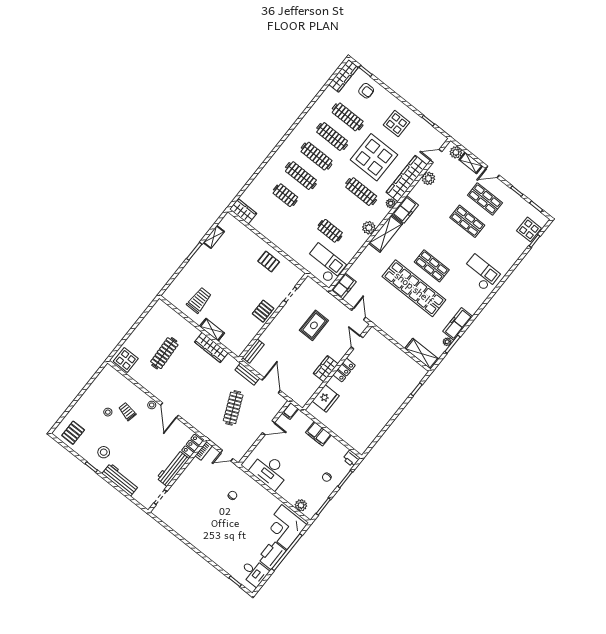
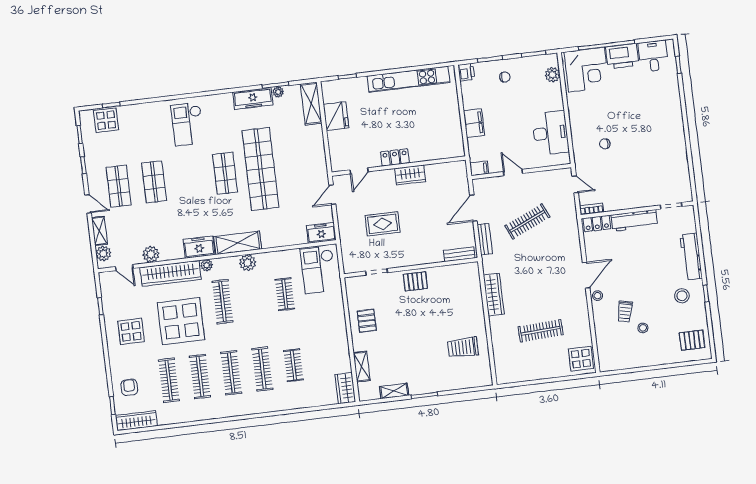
shelving: (212, 330) -> (362, 367), moved
fridge: (326, 398) -> (336, 116), moved, turned 90
kitchen unit: (380, 422) -> (408, 79), added

